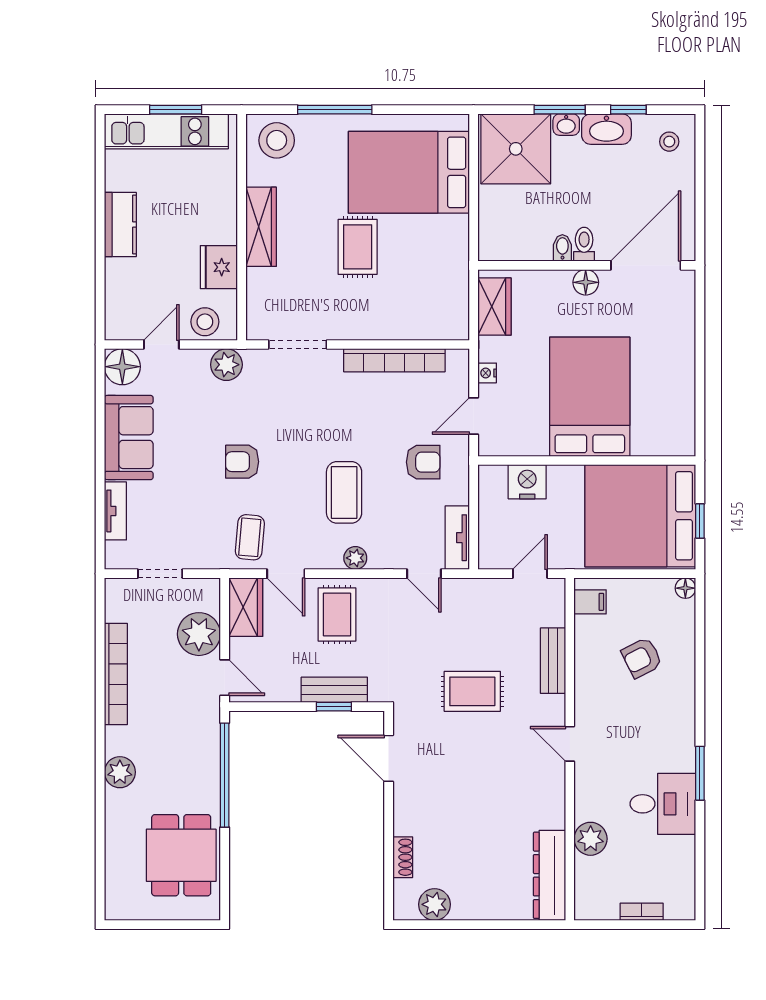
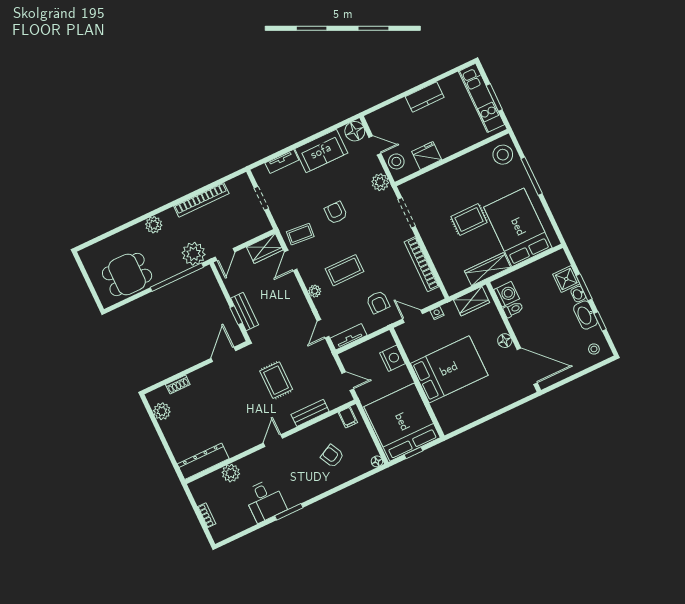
shower: (516, 149) -> (566, 279), width x0.54, depth x0.54
wardrobe: (261, 227) -> (488, 269), moved, turned 180
washing machine: (510, 243) -> (507, 294), added
toilet: (584, 244) -> (513, 309), moved
bidet: (562, 248) -> (516, 321), removed
rug: (337, 615) -> (282, 295), removed
plant: (199, 634) -> (194, 254), moved

